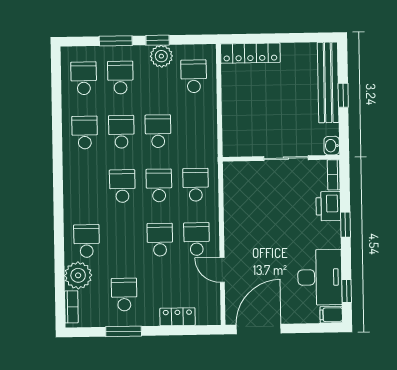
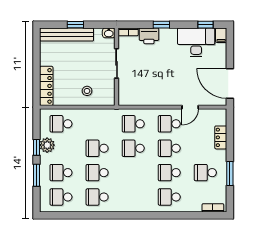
stool: (244, 115) -> (87, 91), added
school desk: (122, 186) -> (169, 173), moved
plant: (78, 275) -> (192, 203), removed

